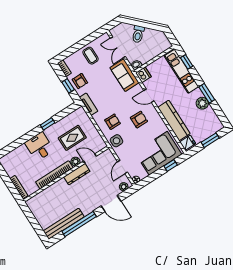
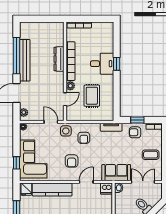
window: (48, 124) -> (117, 64), moved
door: (122, 167) -> (51, 122), moved
dresser: (77, 174) -> (59, 59), moved
bench: (64, 224) -> (25, 60), moved

